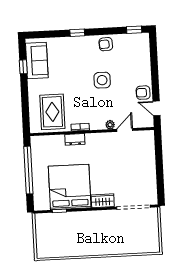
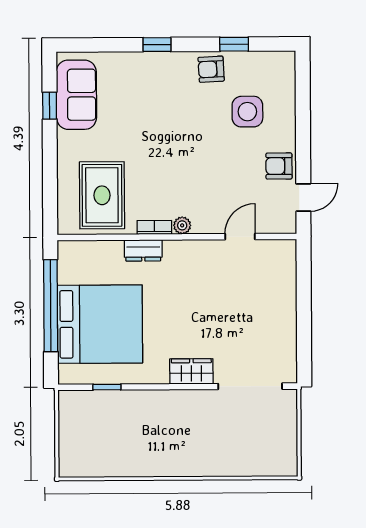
window: (134, 30) -> (234, 44), moved
side table: (102, 80) -> (247, 112), moved
door: (156, 108) -> (303, 198), swing flipped
plant: (110, 125) -> (182, 225), moved
bed: (70, 187) -> (100, 324), moved, turned 90

